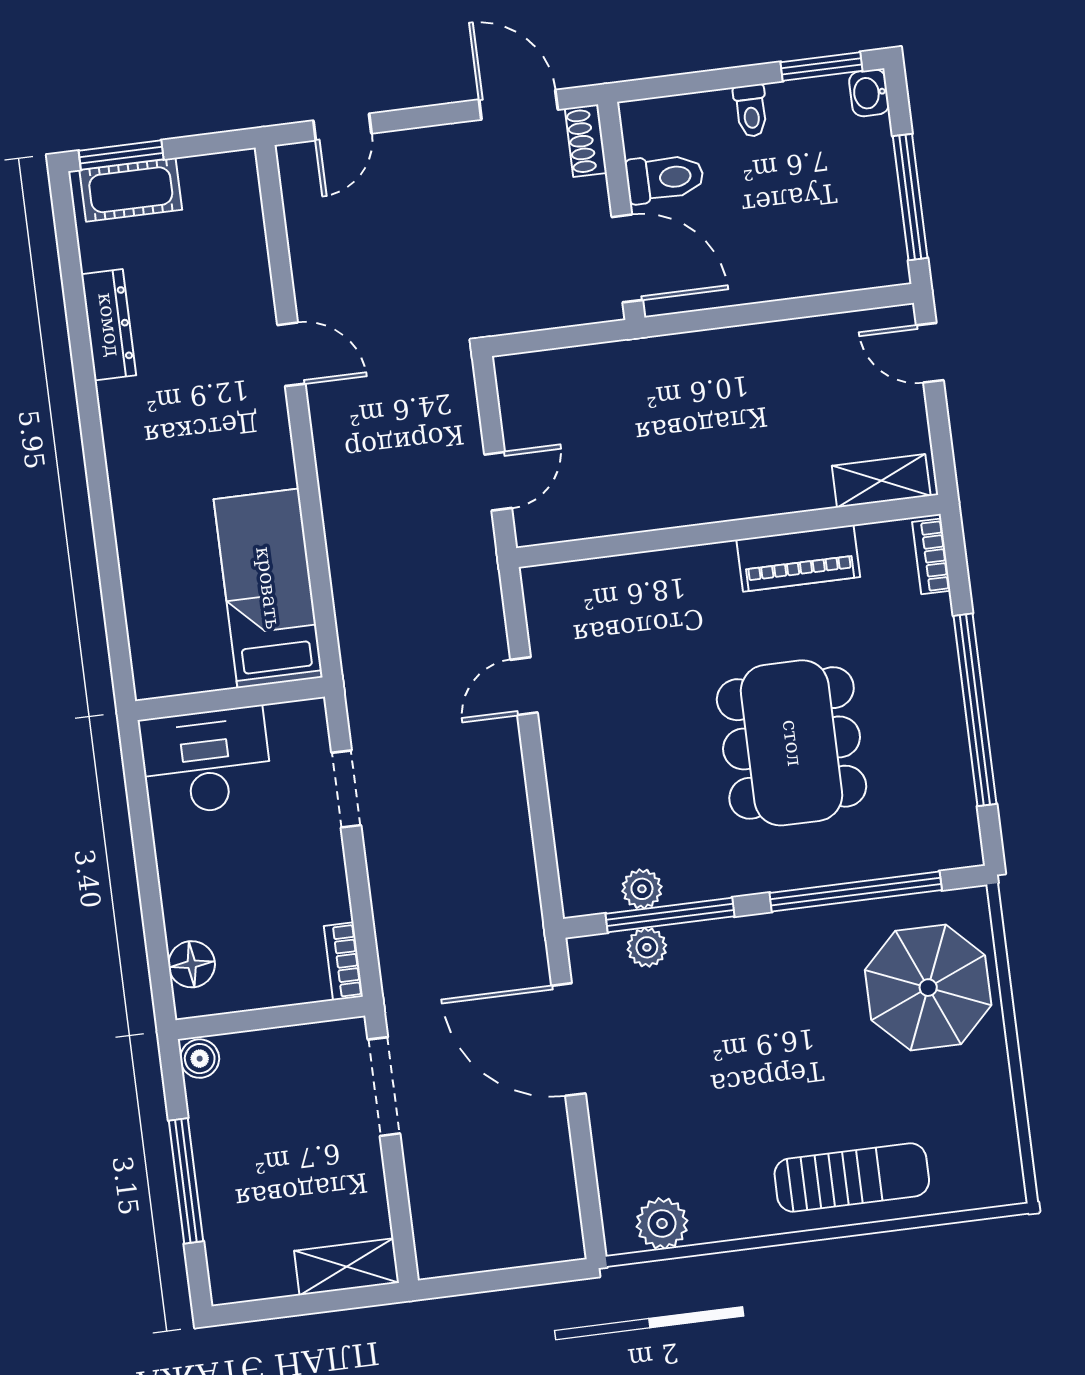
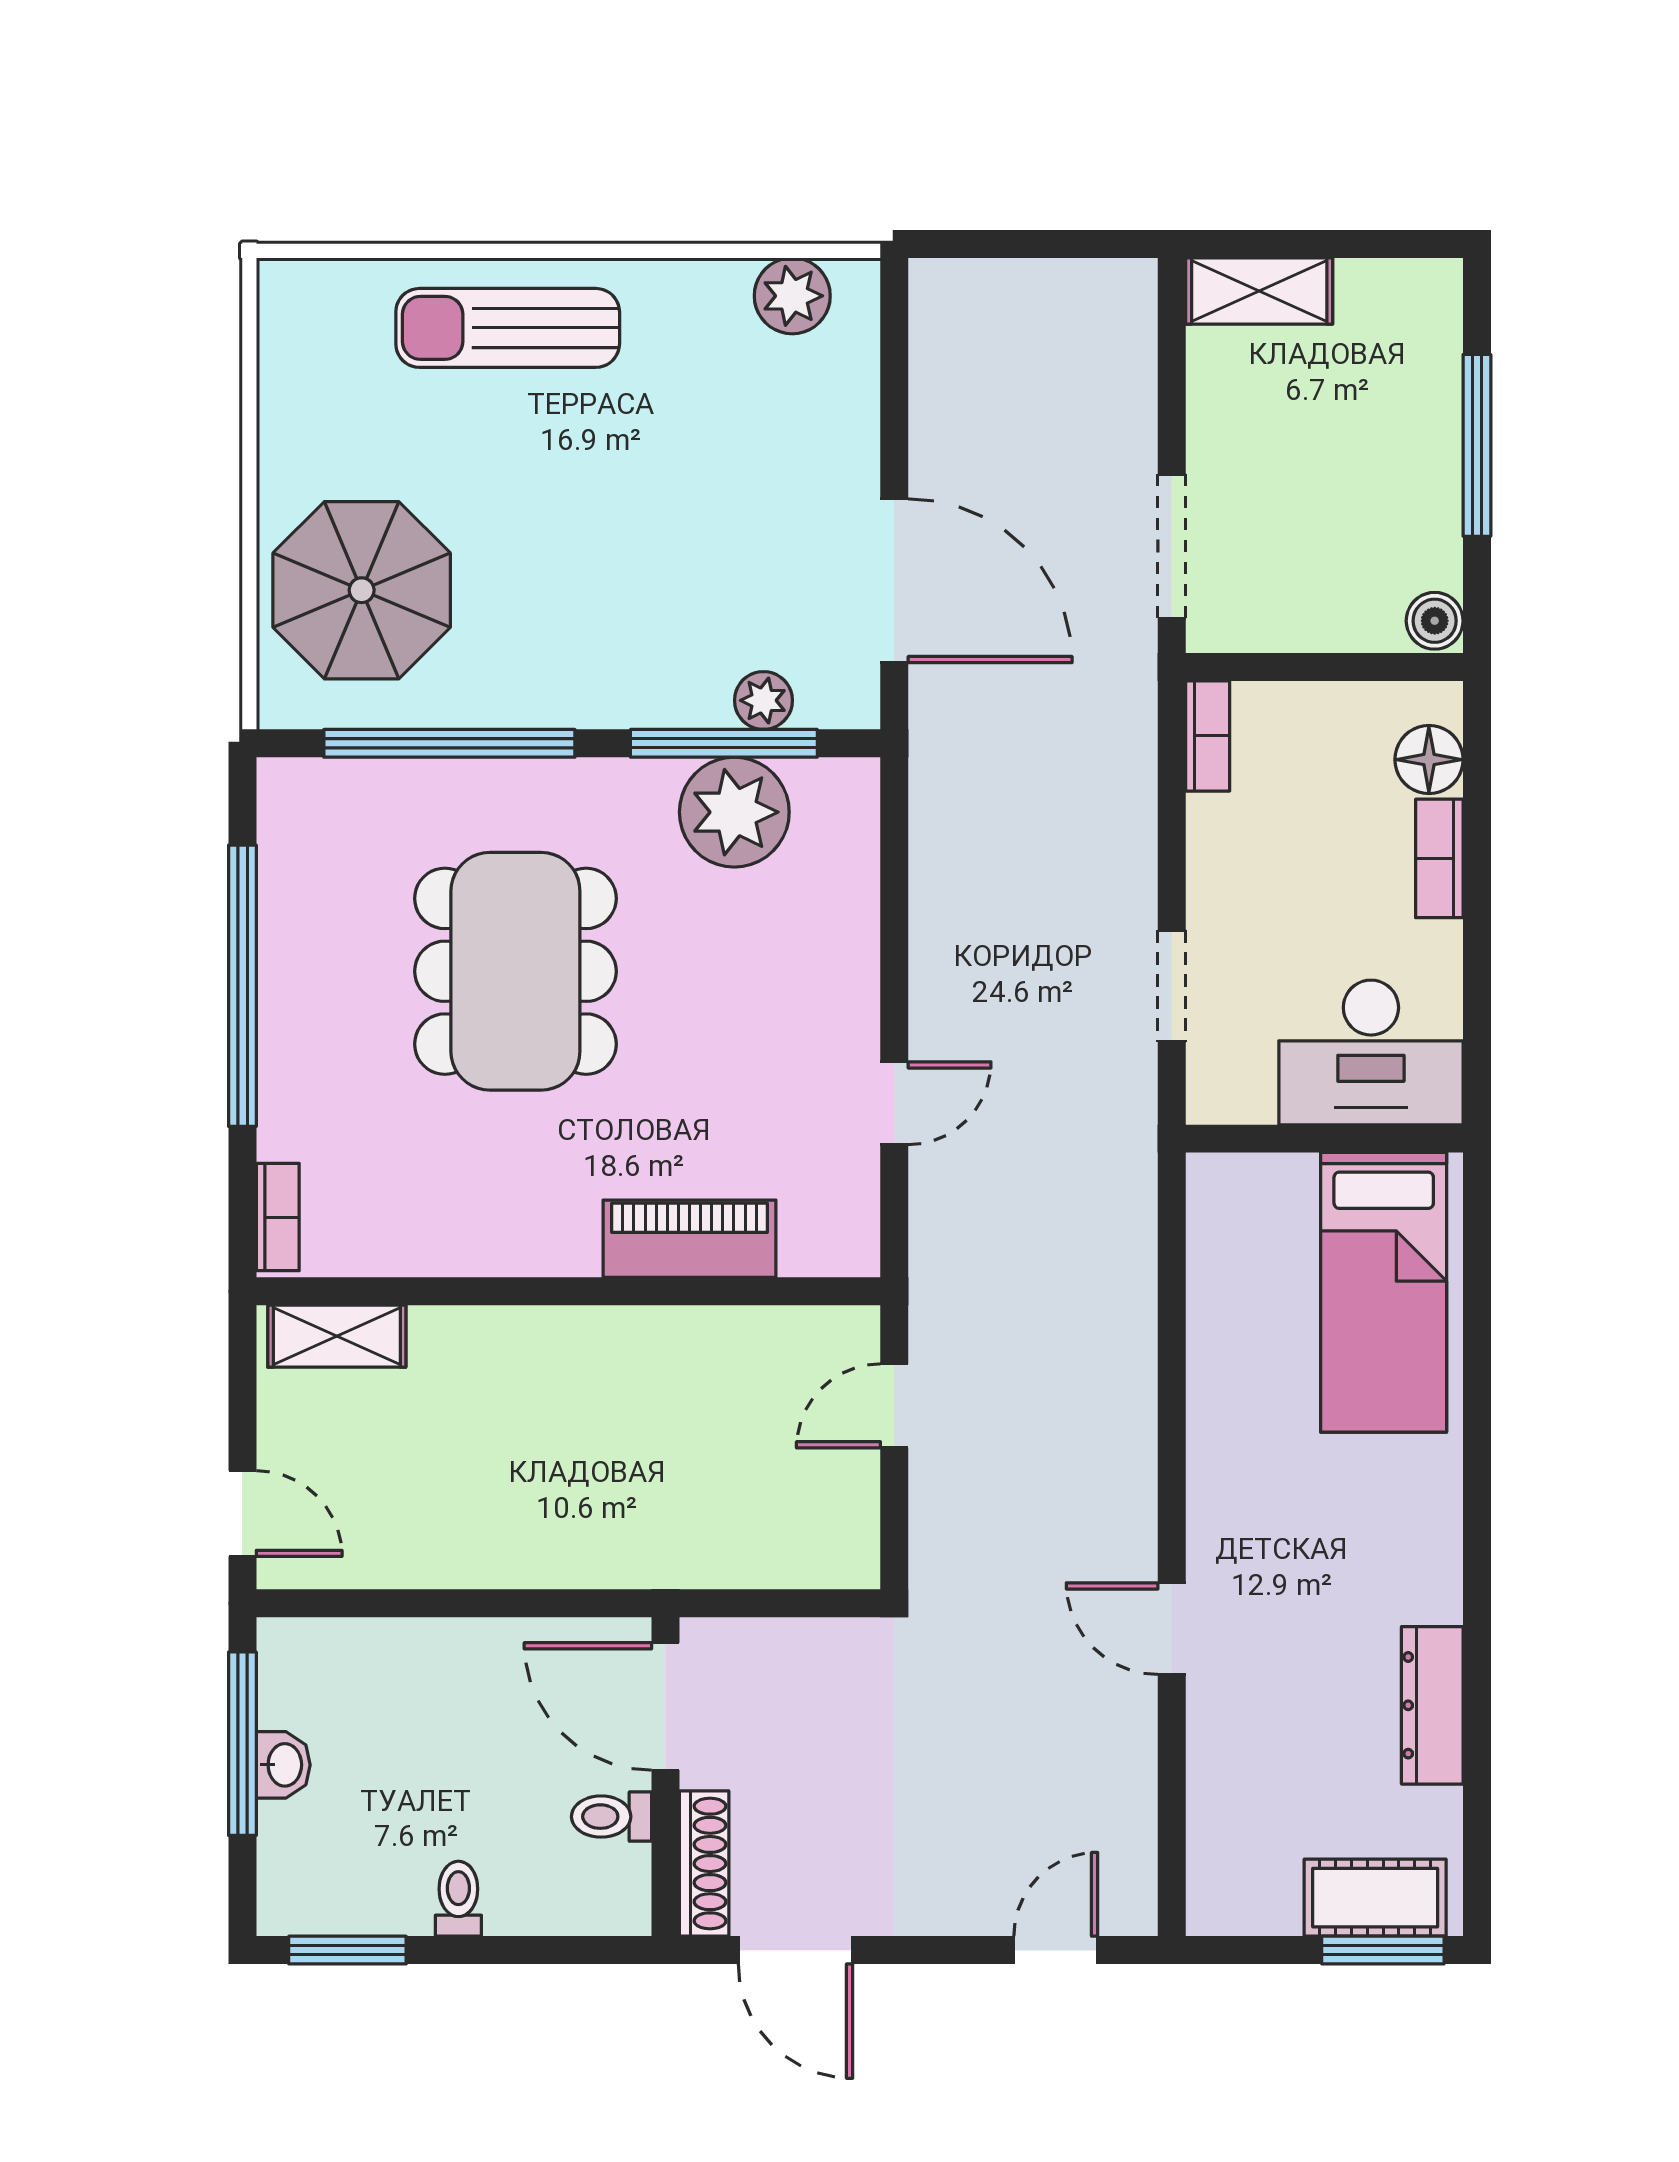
washbasin: (869, 93) -> (283, 1765), moved
shoe rack: (586, 141) -> (704, 1864), width x1.43
toilet: (665, 178) -> (612, 1817), width x0.73, depth x0.72
piano: (798, 558) -> (689, 1239), moved
bed: (268, 588) -> (1384, 1292), moved
plant: (642, 889) -> (734, 812), width x1.87, depth x1.87
bookcase: (176, 898) -> (1439, 858), added

